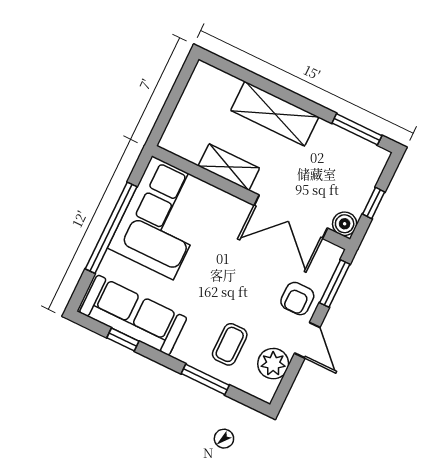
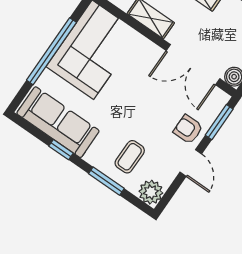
armchair: (297, 299) -> (188, 129), turned 90
window: (123, 339) -> (61, 150), moved
plant: (273, 364) -> (151, 192), moved

